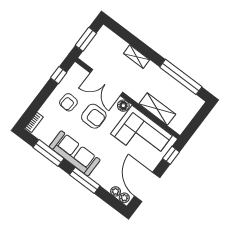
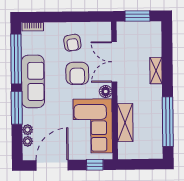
window: (59, 75) -> (89, 17), removed
armchair: (68, 102) -> (72, 43), turned -103
window: (48, 153) -> (16, 59), width x1.46
plant: (124, 198) -> (28, 130), moved

